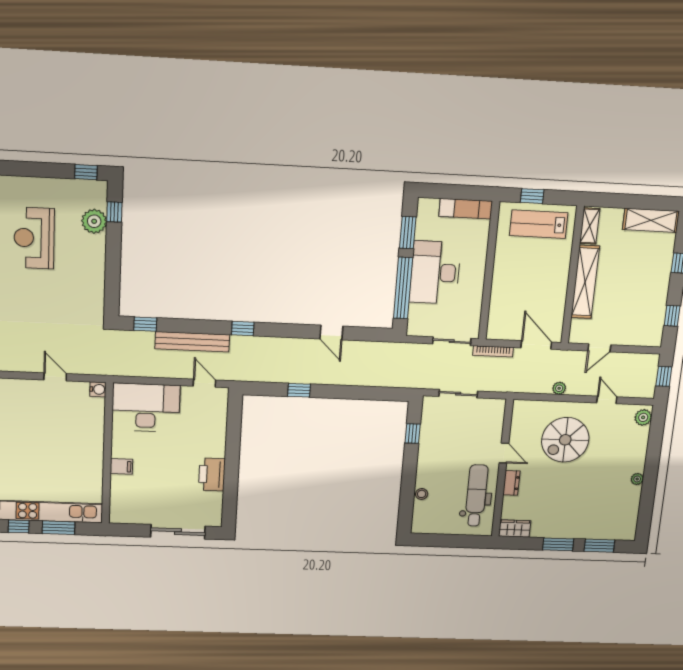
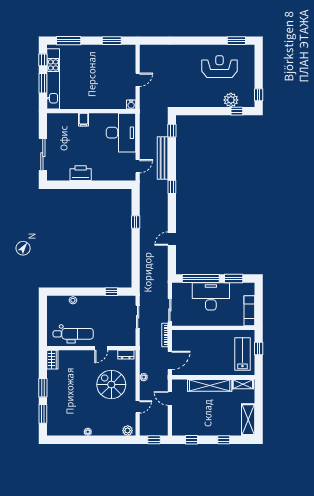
dresser: (511, 483) -> (126, 355), moved

